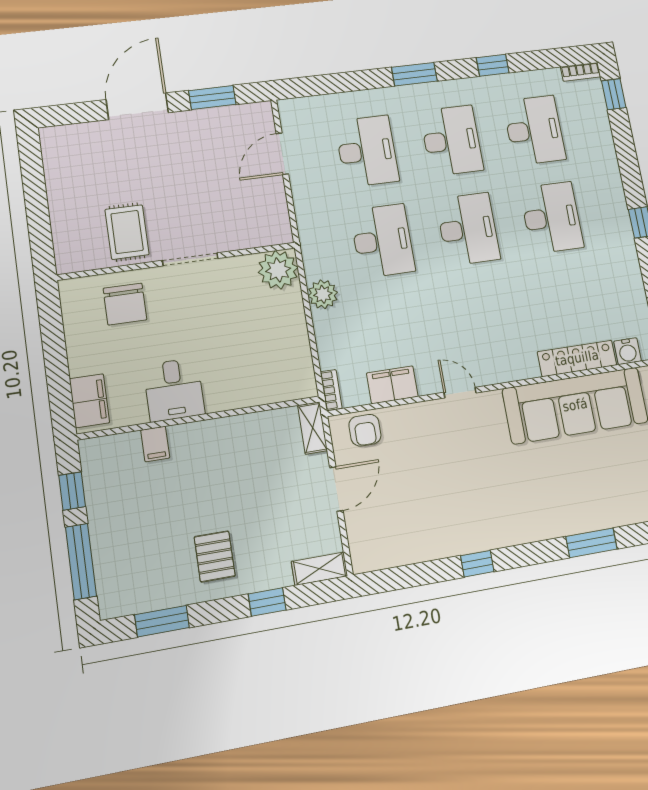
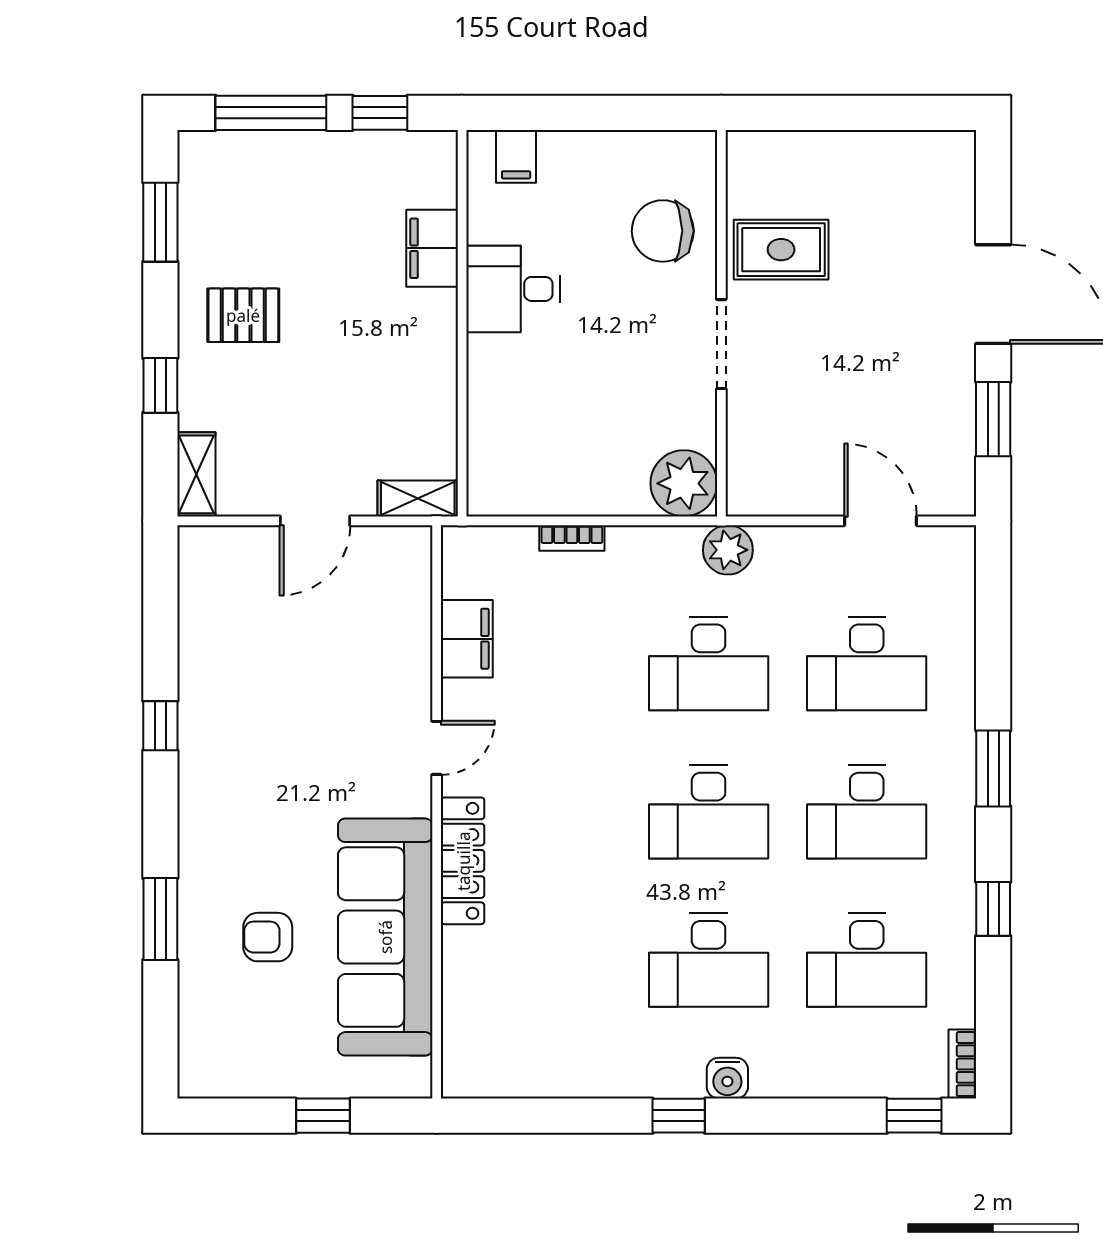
plant: (323, 294) -> (728, 550), moved
water cooler: (628, 351) -> (727, 1078), moved, turned -90
locker: (577, 358) -> (463, 861), moved
bookcase: (331, 390) -> (572, 538), moved
filing cabinet: (89, 401) -> (516, 156), width x0.50
armchair: (365, 430) -> (268, 937), moved
filing cabinet: (155, 444) -> (432, 248), width x2.00
door: (336, 489) -> (315, 521), hinge flipped

